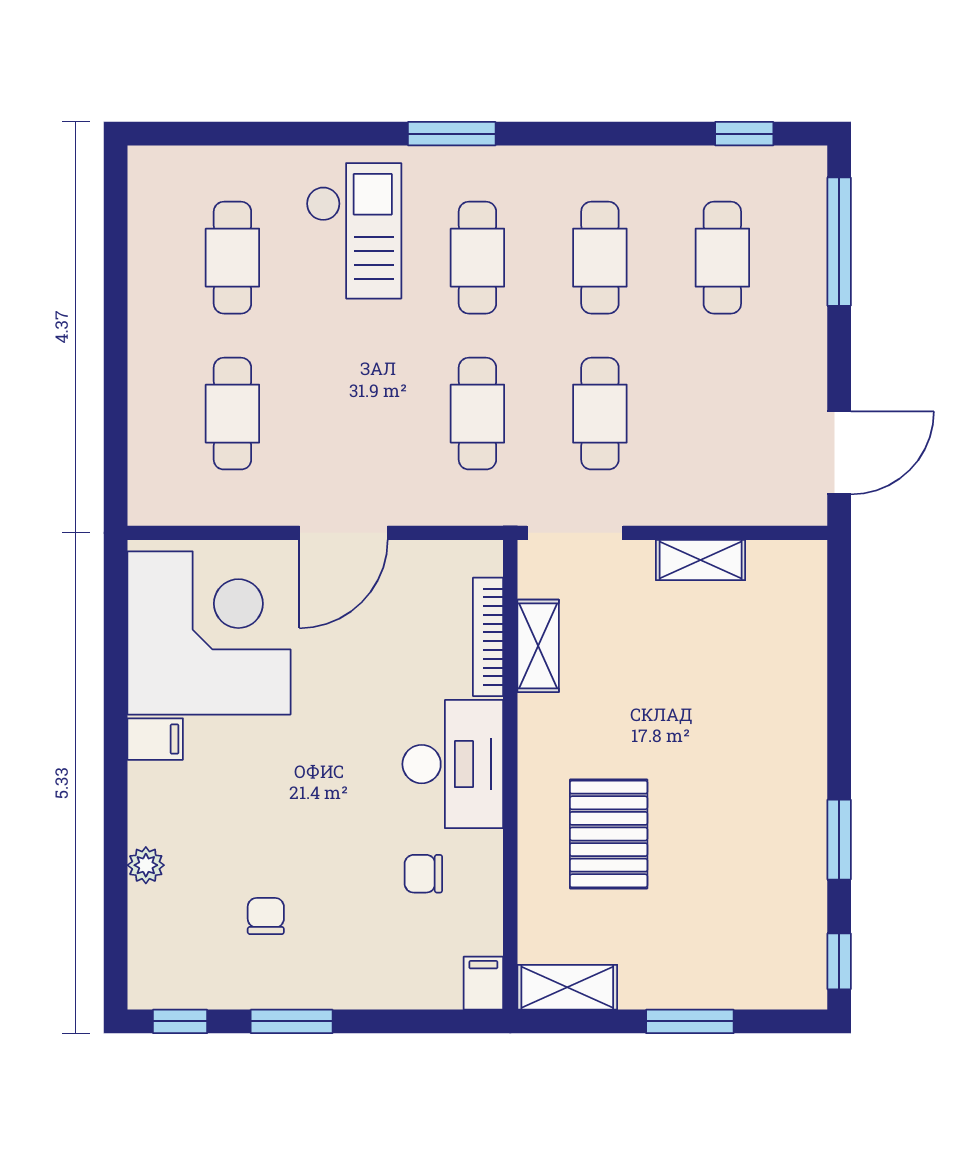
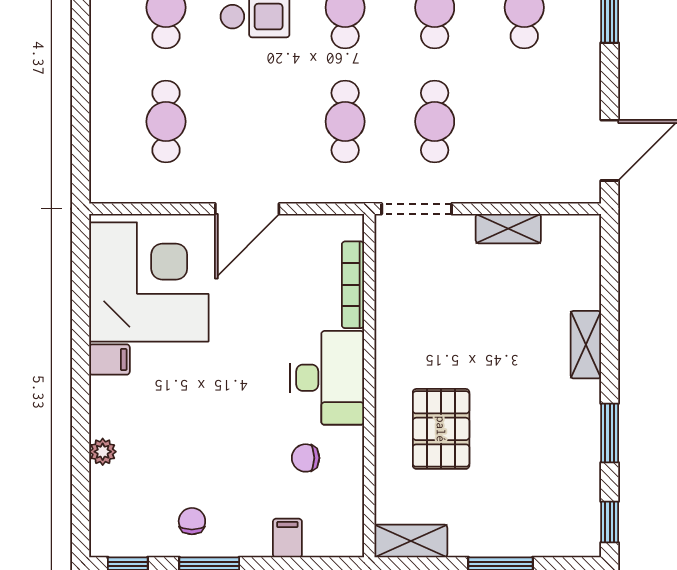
shelving: (538, 646) -> (586, 345), moved
chair: (266, 916) -> (192, 521), moved
filing cabinet: (483, 983) -> (287, 538), moved

